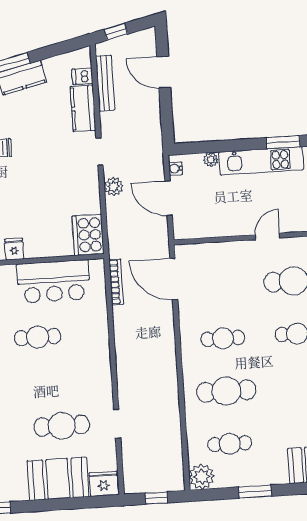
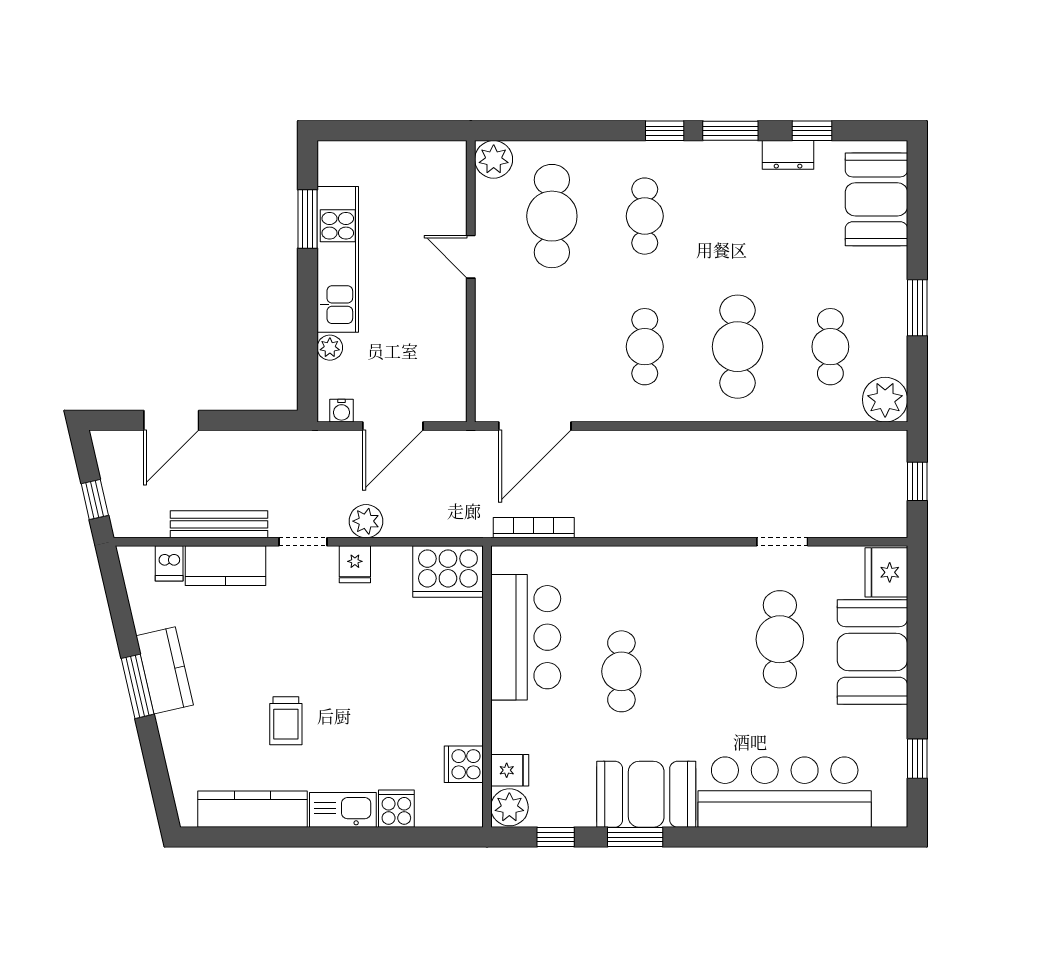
bench: (105, 83) -> (219, 524), moved
fridge: (14, 249) -> (355, 564), moved, turned -90

